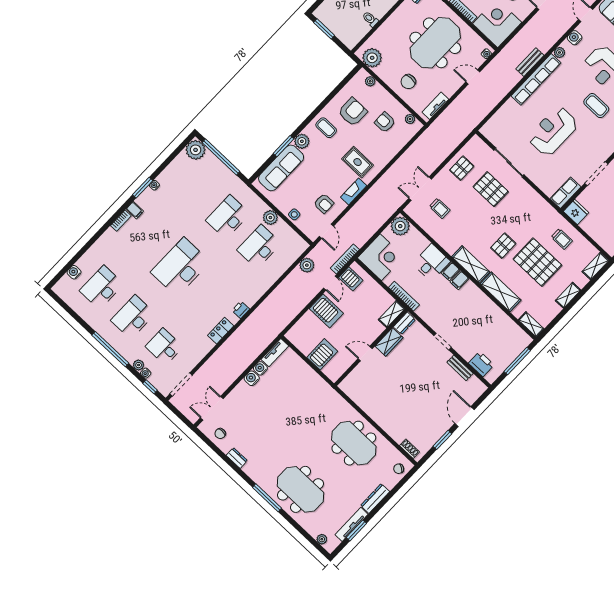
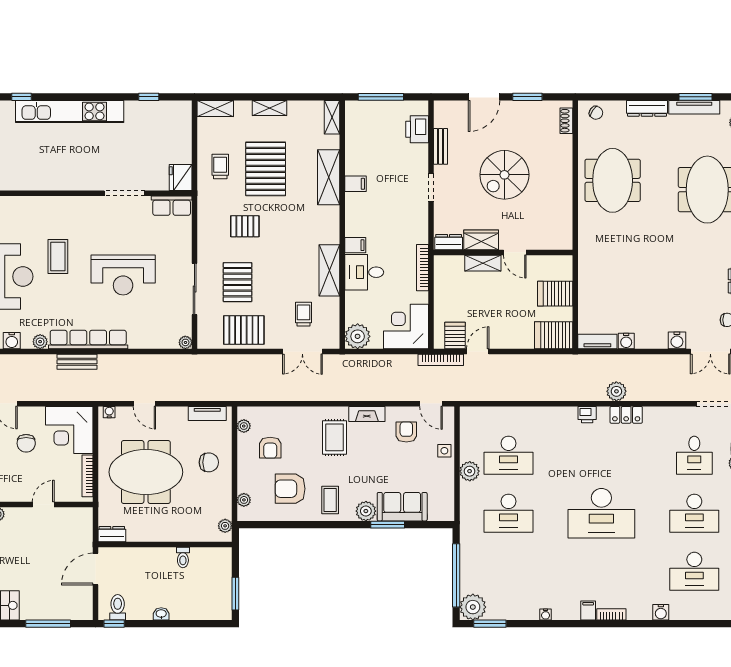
plant: (372, 58) -> (225, 526), width x0.53, depth x0.53
plant: (485, 130) -> (185, 342), added
sofa: (281, 168) -> (402, 507), width x0.73
pallet: (462, 168) -> (244, 330), width x1.50, depth x1.42
window: (143, 188) -> (490, 624), moved
door: (326, 231) -> (431, 404), swing flipped
pallet: (503, 246) -> (245, 226), moved
shelving: (471, 264) -> (329, 270), moved
plant: (307, 265) -> (616, 391), moved
water cooler: (74, 272) -> (661, 612), moved
filing cabinet: (459, 280) -> (355, 184), moved
server rack: (326, 311) -> (554, 335), moved, turned -90
shelving: (392, 314) -> (483, 263), moved
water cooler: (252, 378) -> (677, 340), moved
spiral stairs: (412, 388) -> (504, 175), added

